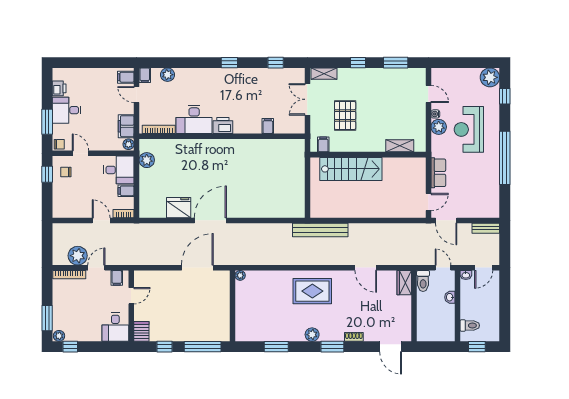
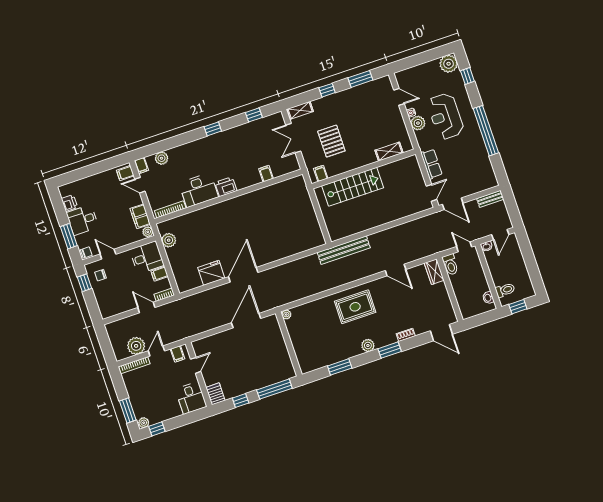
washbasin: (450, 297) -> (488, 298), moved

